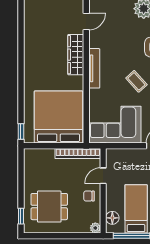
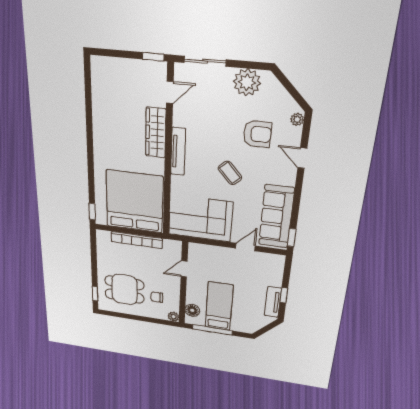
bookcase: (78, 154) -> (137, 240), moved
chair: (89, 196) -> (157, 297), moved

